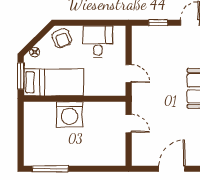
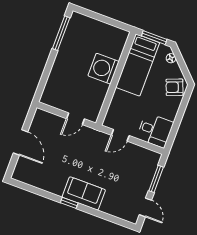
window: (158, 23) -> (156, 179), width x1.50
desk: (98, 41) -> (155, 130), moved

